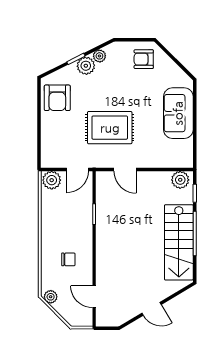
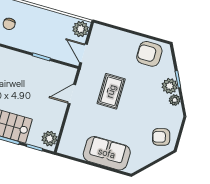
armchair: (144, 59) -> (161, 137), turned -105
rug: (110, 128) -> (111, 91), width x0.73, depth x0.70

